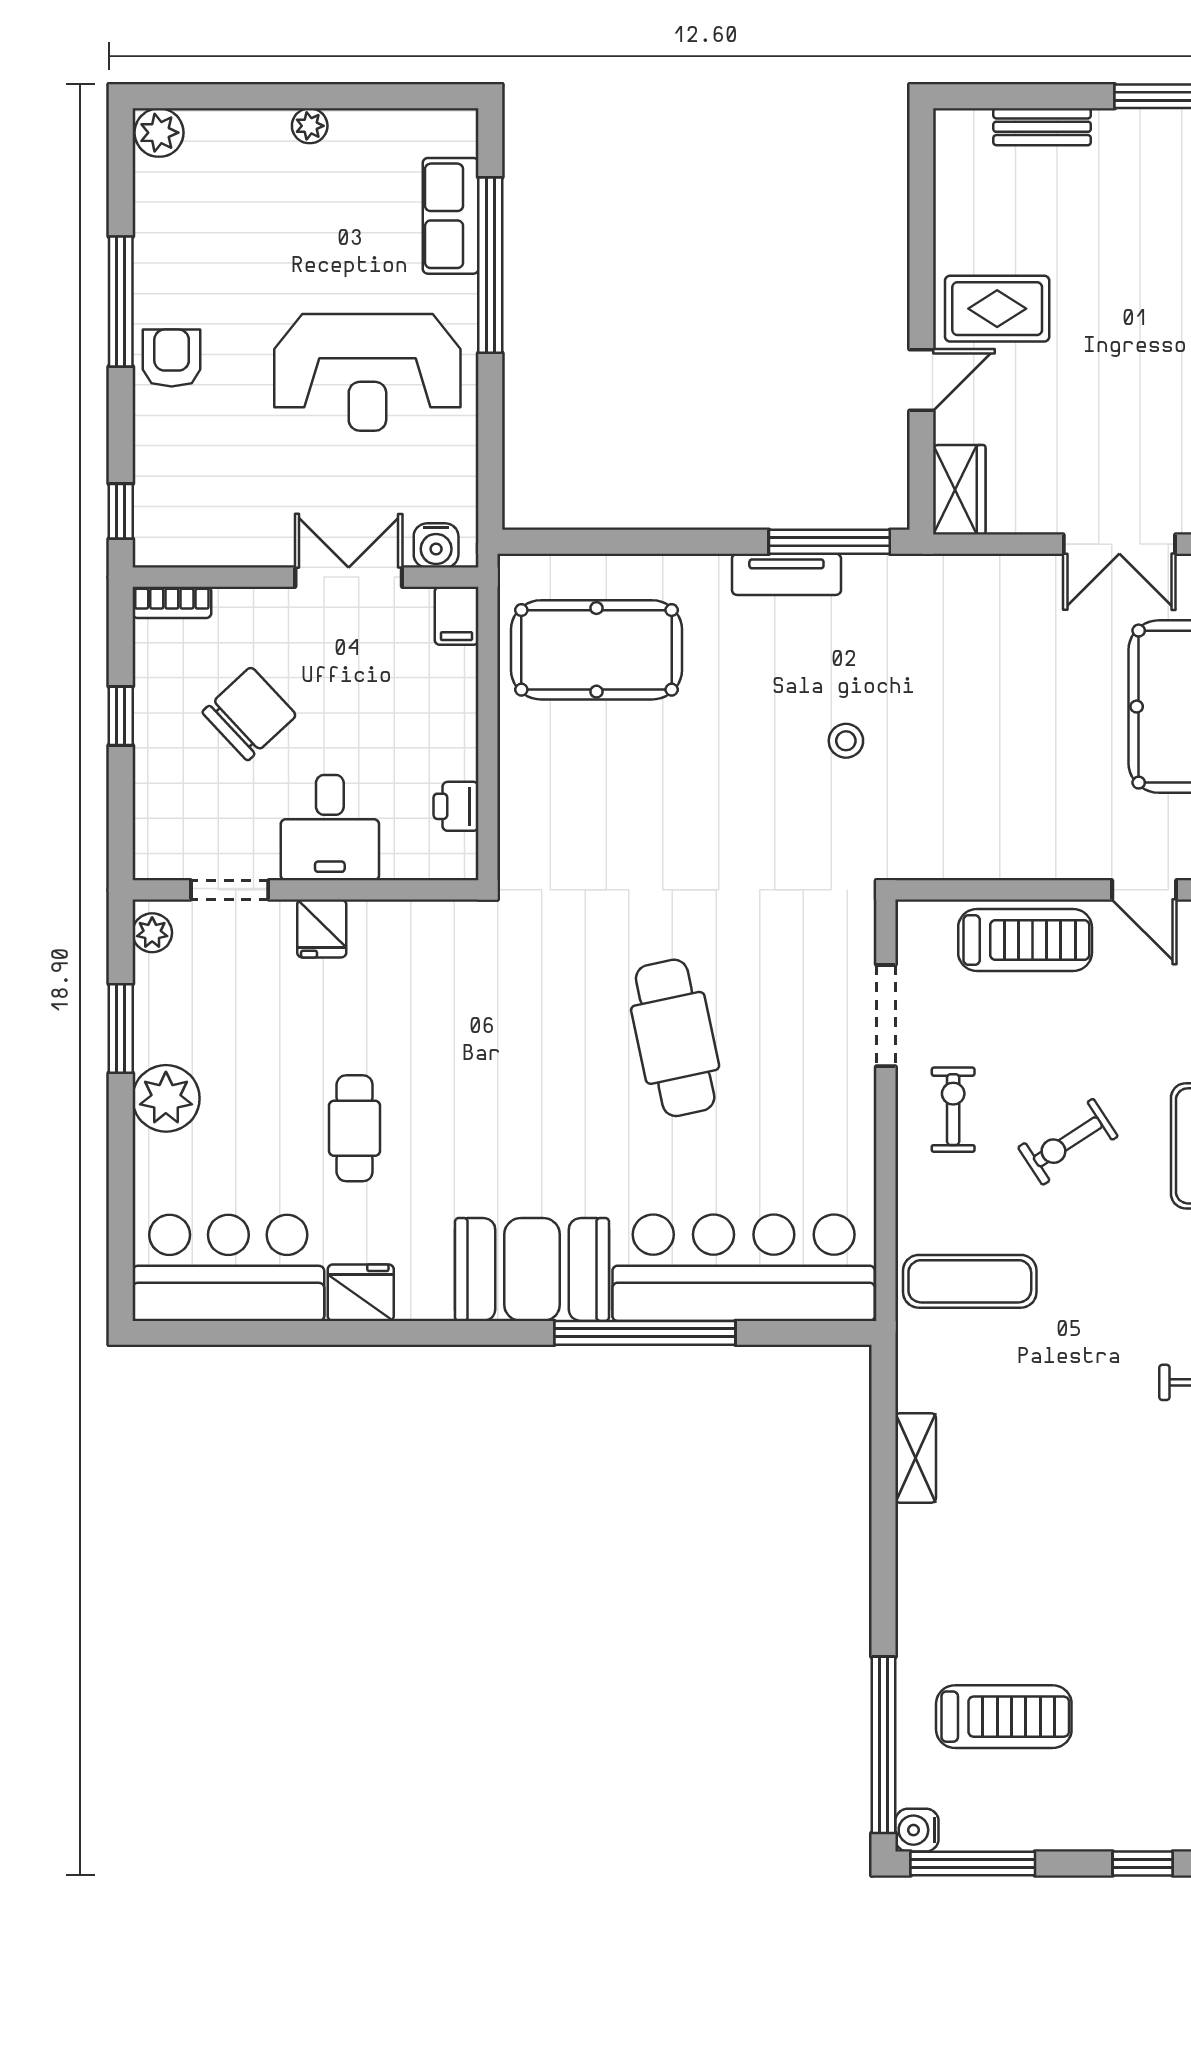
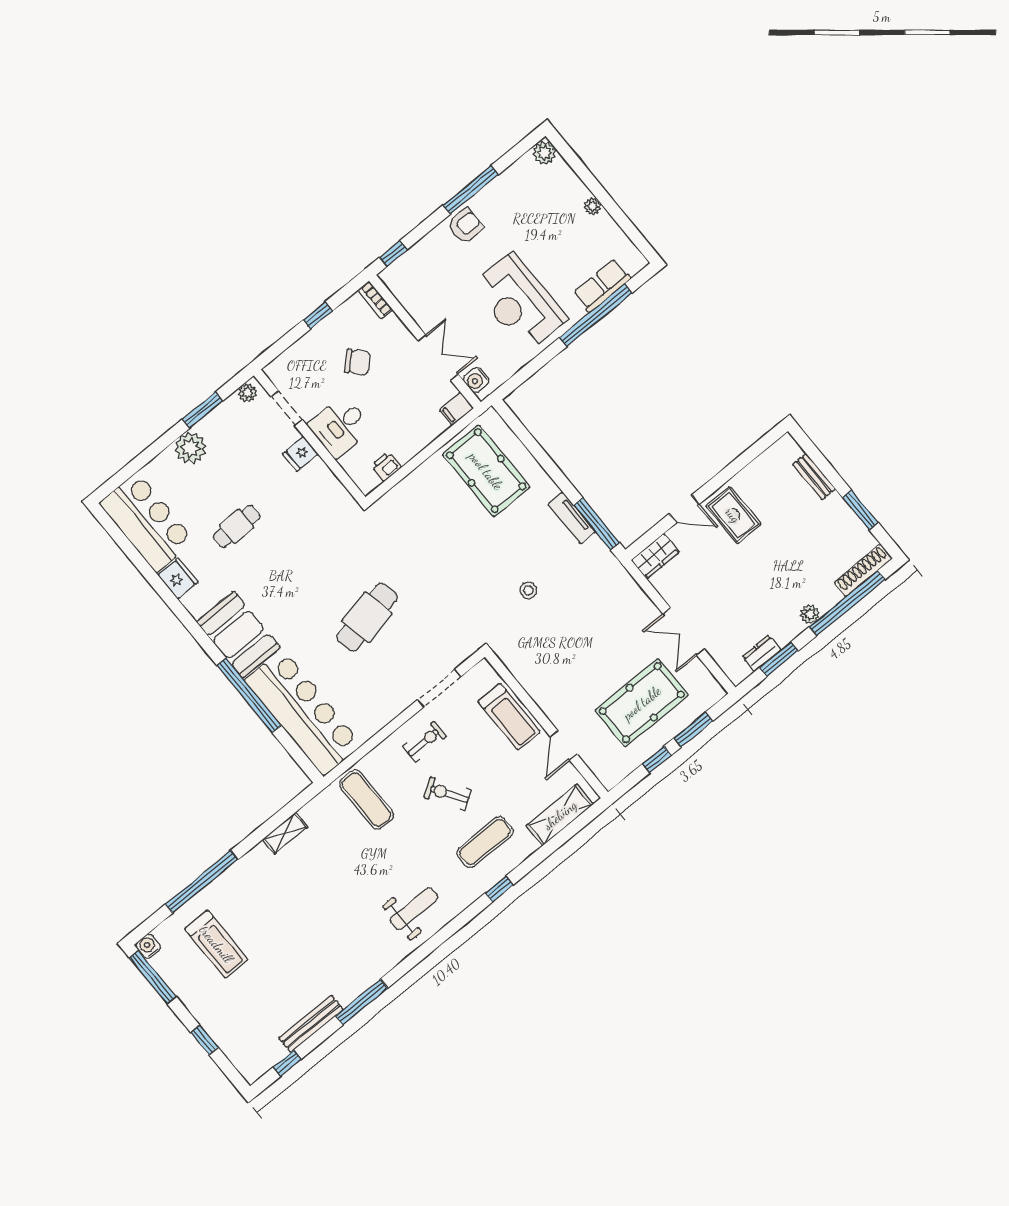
chair: (249, 714) -> (358, 362), width x0.73, depth x0.73
window: (883, 1745) -> (202, 882), moved

